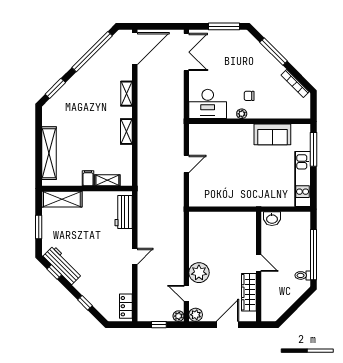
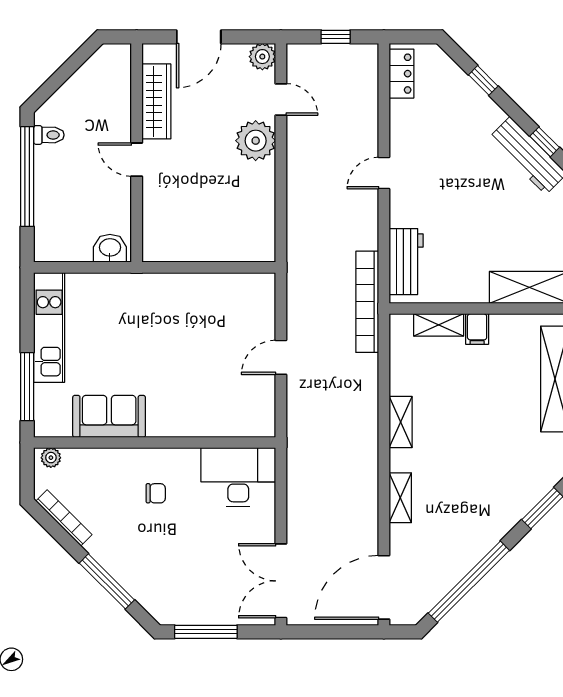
plant: (242, 114) -> (51, 458), moved
bookcase: (143, 192) -> (367, 302), added
plant: (178, 316) -> (297, 54), removed

